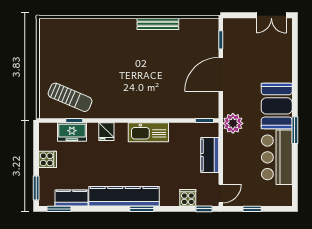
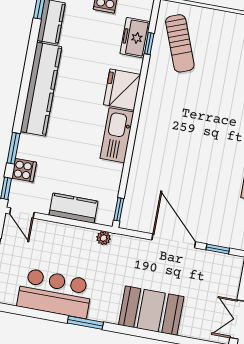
sun lounger: (70, 97) -> (180, 43), turned -44
booth: (277, 106) -> (151, 311), moved
plant: (233, 123) -> (104, 238), width x0.53, depth x0.53
fridge: (106, 132) -> (122, 90), width x1.88, depth x1.34
window: (142, 209) -> (13, 148), moved

